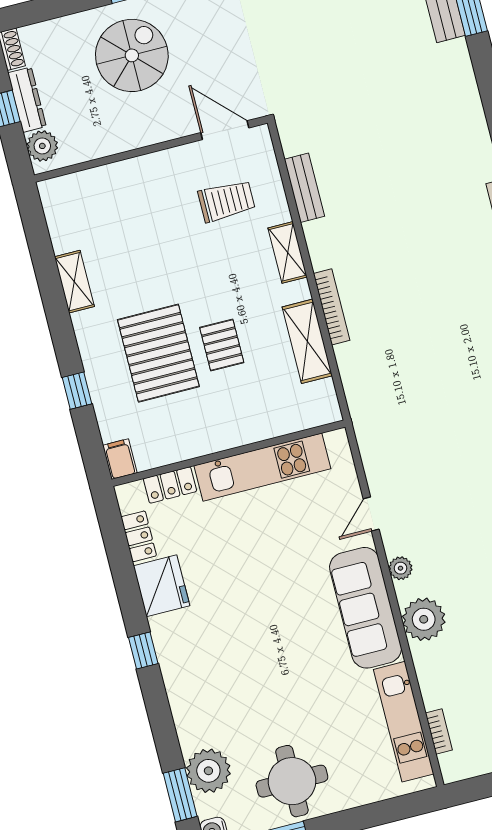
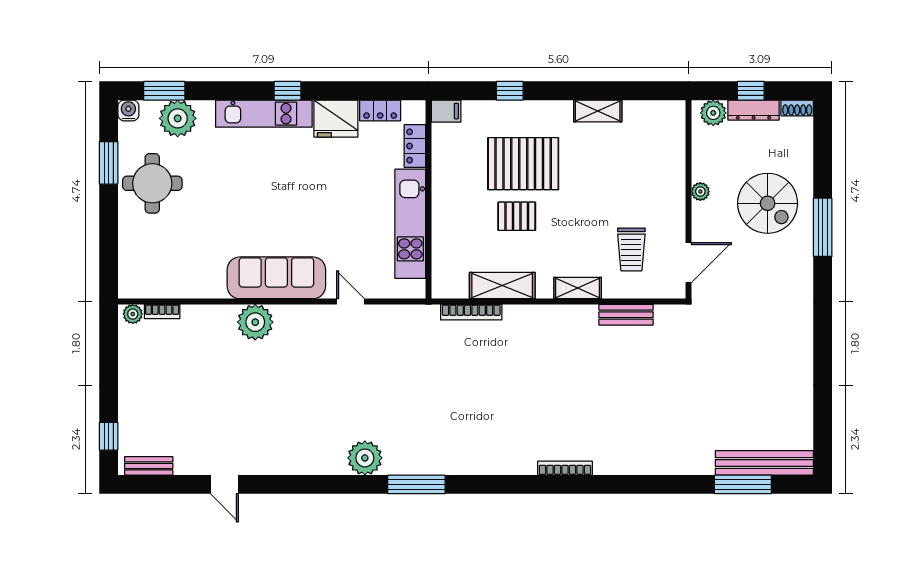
plant: (138, 138) -> (700, 192), added
bookcase: (332, 307) -> (471, 312), moved
plant: (400, 568) -> (133, 314), moved
kitchen unit: (404, 722) -> (264, 114), moved, turned 180

